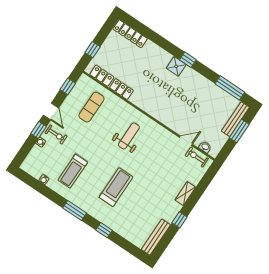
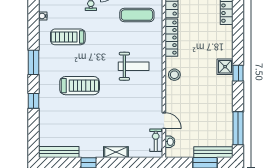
locker: (121, 89) -> (171, 38), width x1.53
stool: (156, 109) -> (174, 75), added

